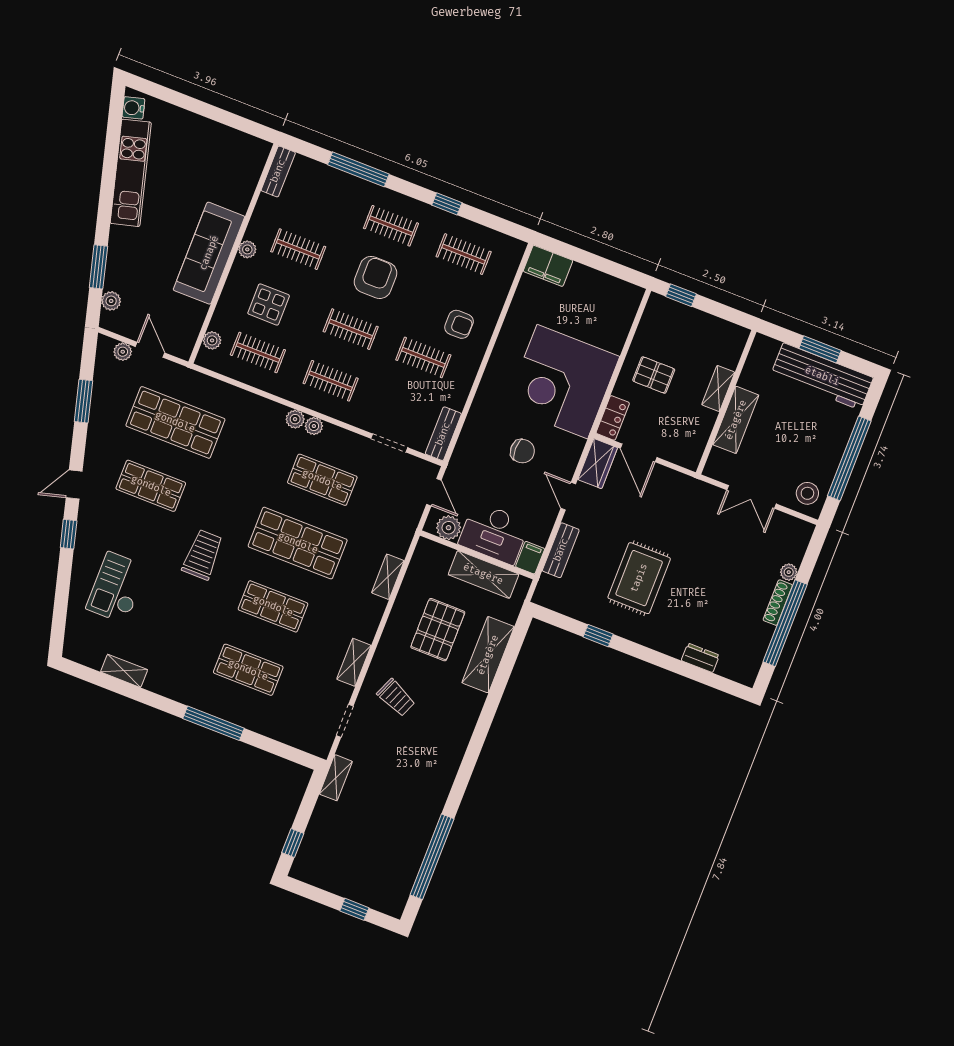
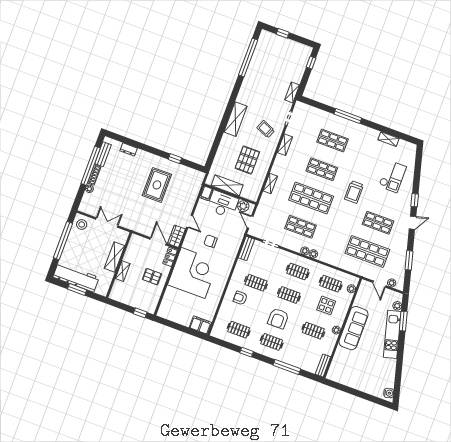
kitchen unit: (131, 173) -> (392, 334), moved
bench: (561, 550) -> (103, 154), moved
shelving: (488, 655) -> (236, 119), moved

